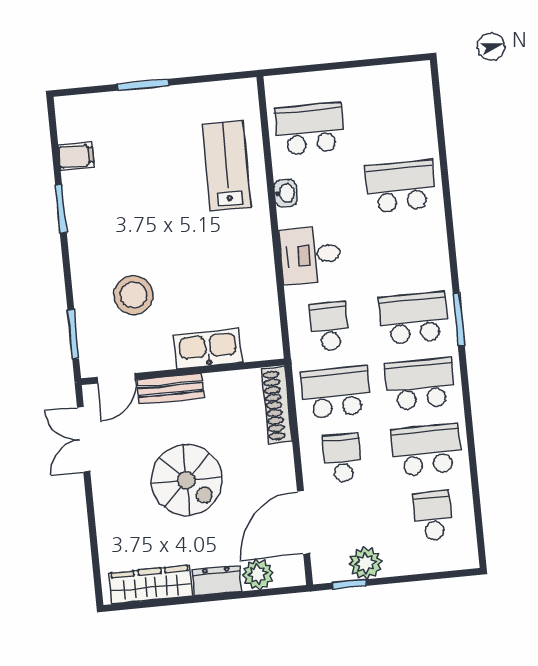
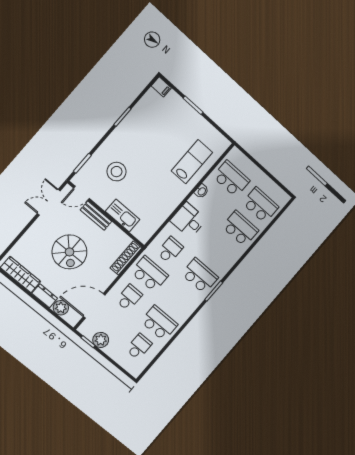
filing cabinet: (76, 156) -> (161, 87), moved
school desk: (420, 384) -> (260, 205), moved

